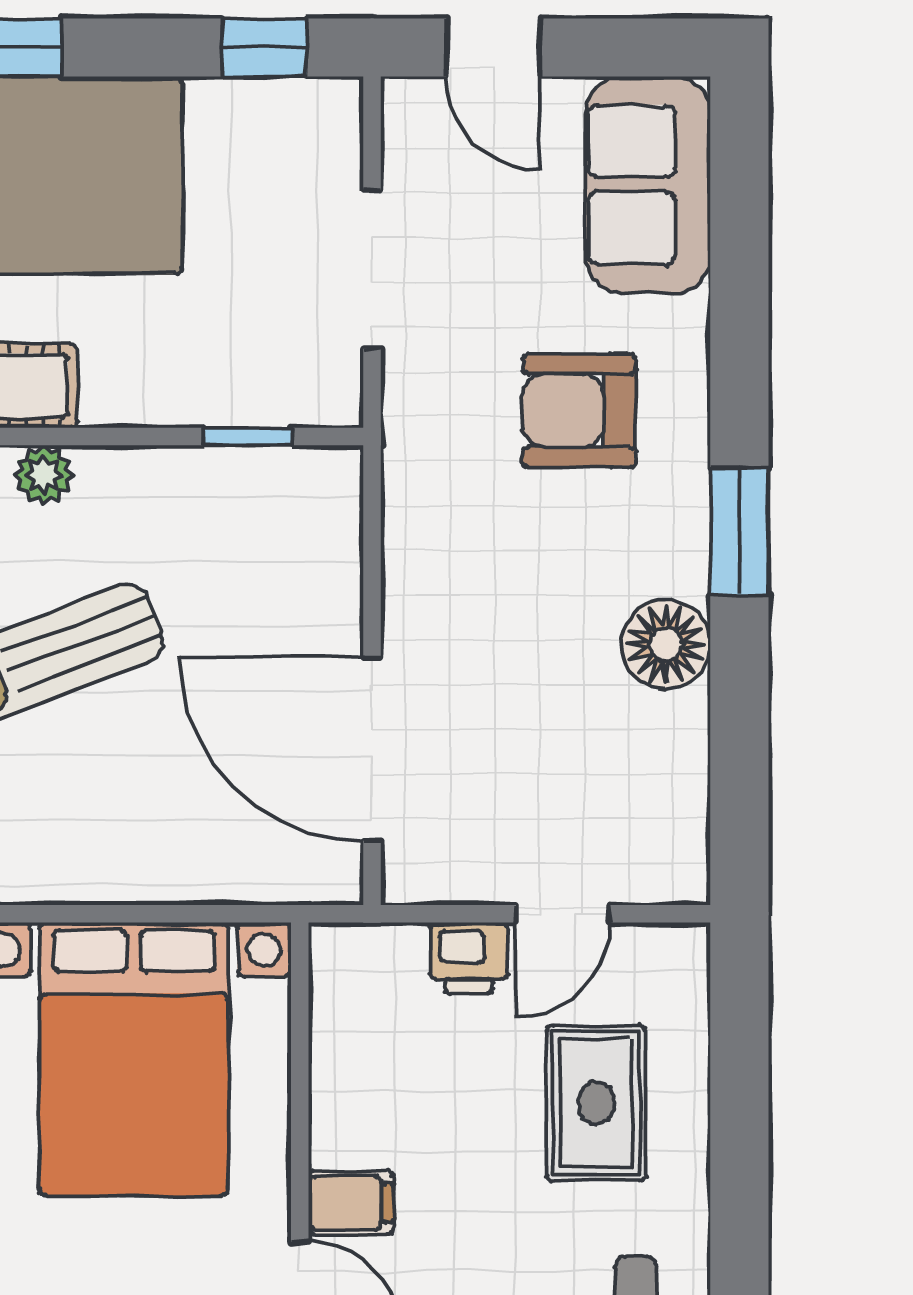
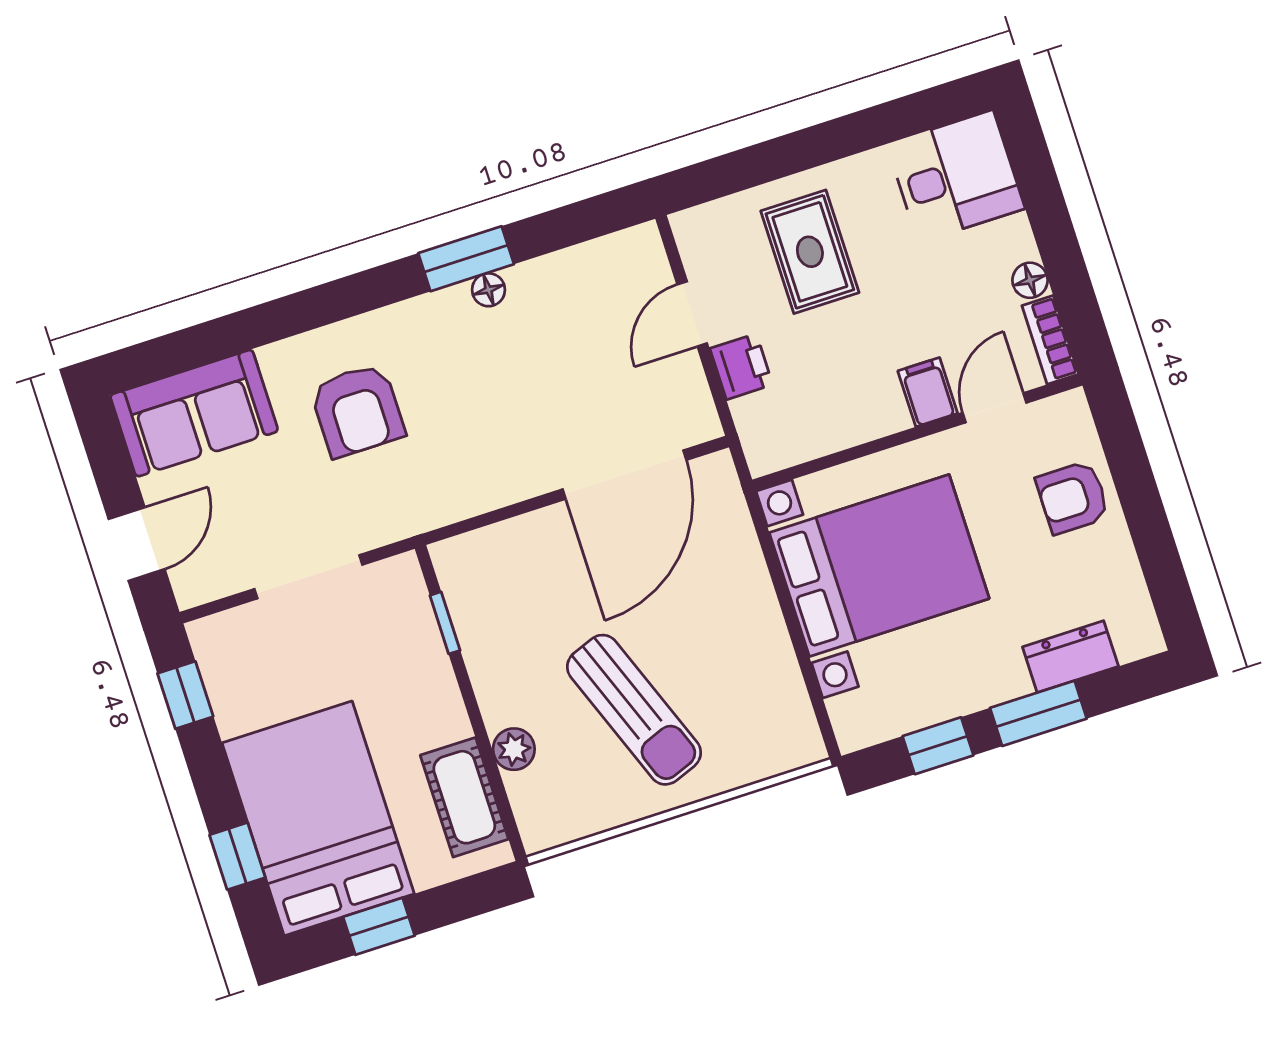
window: (739, 531) -> (466, 259), moved
floor lamp: (666, 644) -> (488, 290), width x0.53, depth x0.53
door: (563, 914) -> (692, 314), swing flipped
rug: (596, 1103) -> (810, 252), turned 90

